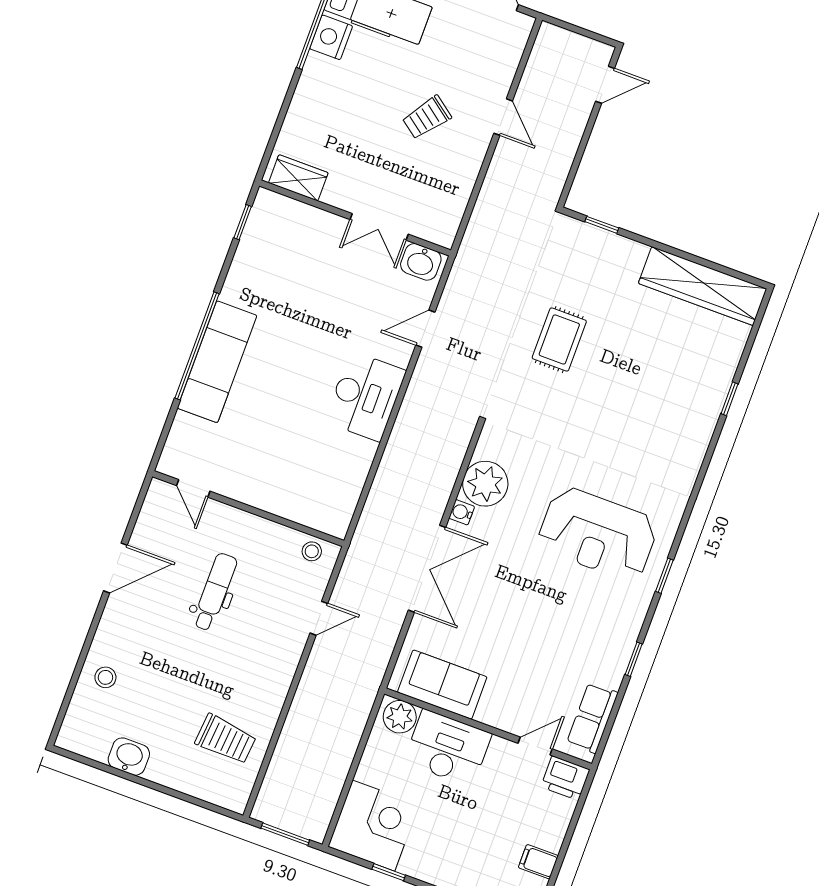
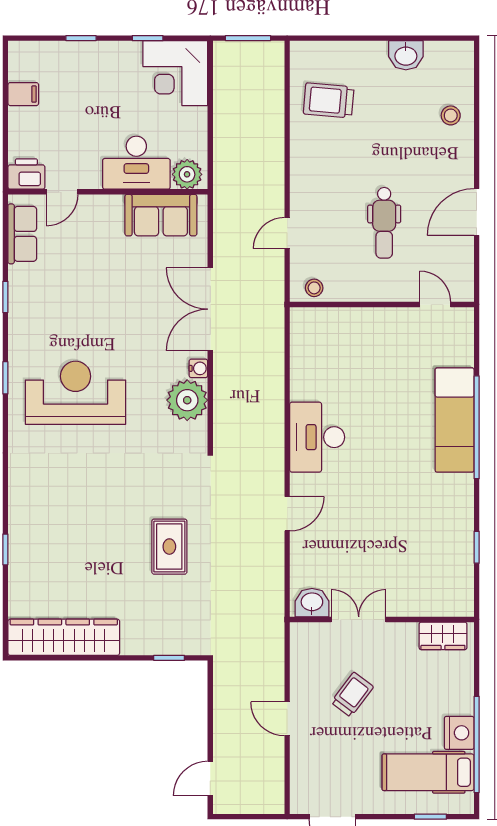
wardrobe: (298, 178) -> (443, 636), moved
wall: (355, 218) -> (382, 619), moved
double door: (379, 227) -> (359, 619), moved
washbasin: (421, 262) -> (312, 603), moved

